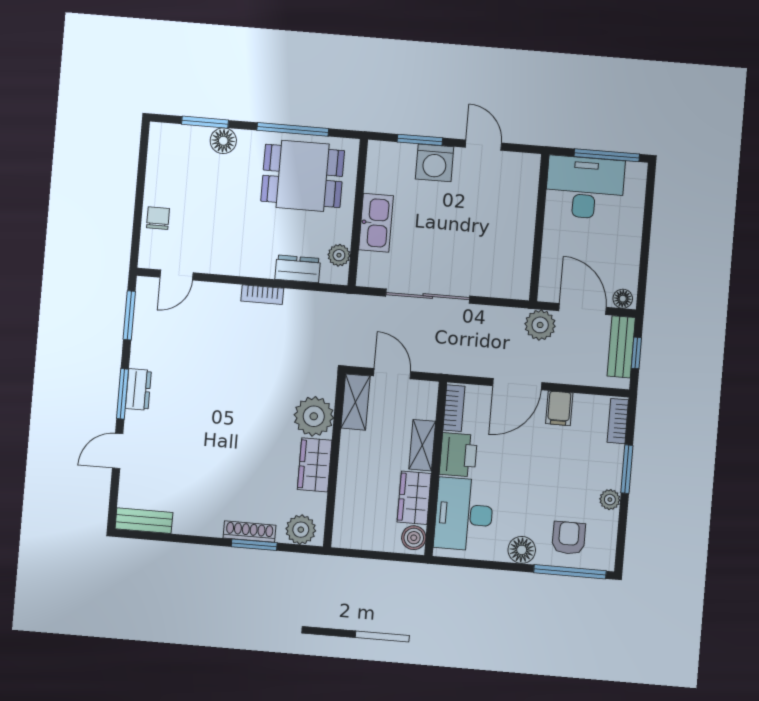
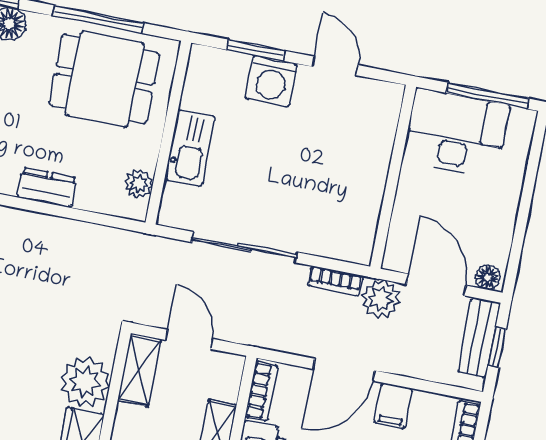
dresser: (298, 269) -> (47, 188), moved
bookcase: (262, 295) -> (335, 281), moved

